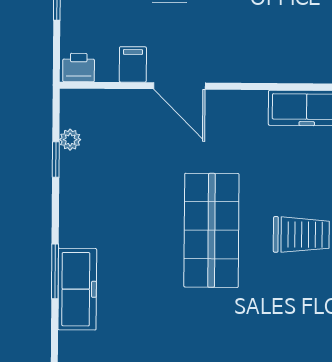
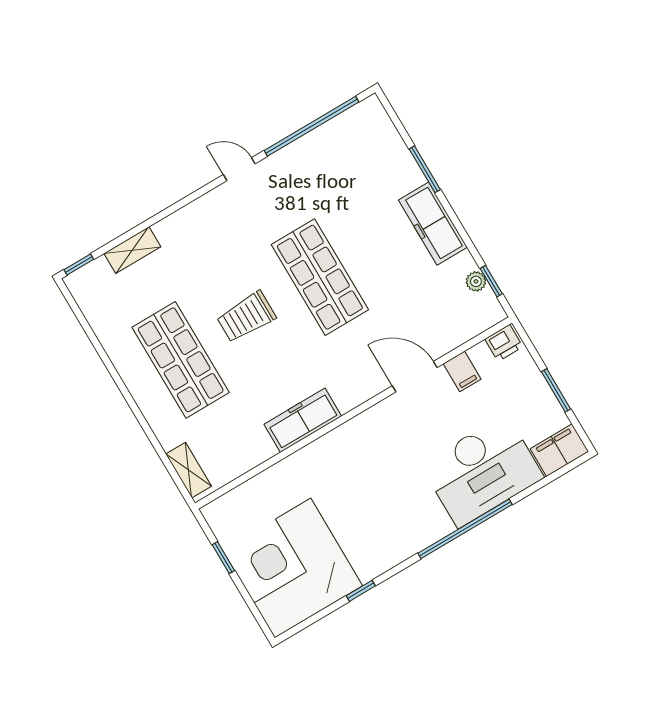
window: (56, 159) -> (491, 281), moved
freezer: (77, 289) -> (433, 224), moved

